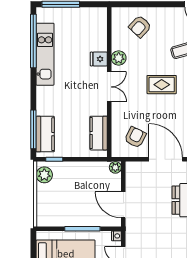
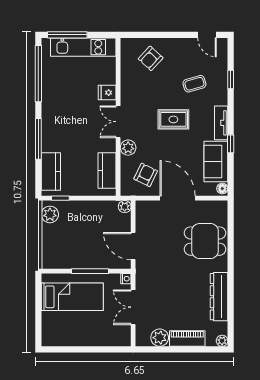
kitchen unit: (45, 54) -> (83, 47), moved, turned 90
plant: (119, 58) -> (128, 148), moved
double door: (109, 87) -> (118, 122), swing flipped
window: (33, 129) -> (38, 139), moved

